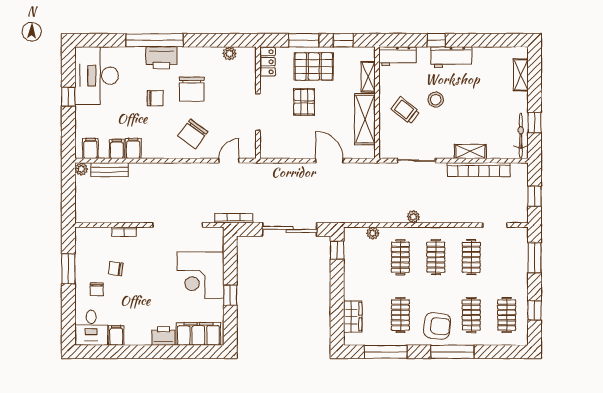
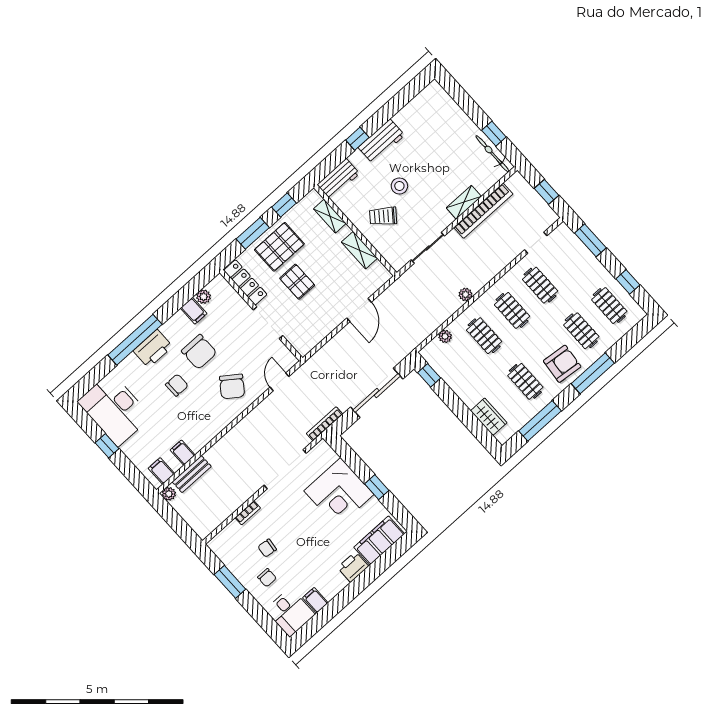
locker: (268, 62) -> (245, 282), width x1.53
shelving: (521, 75) -> (449, 106), removed
shelving: (365, 119) -> (359, 250), width x0.67, depth x0.75
filing cabinet: (133, 148) -> (194, 311), moved, turned 180
door: (329, 161) -> (359, 310), swing flipped

